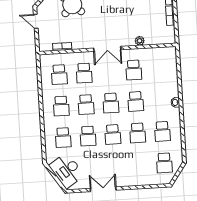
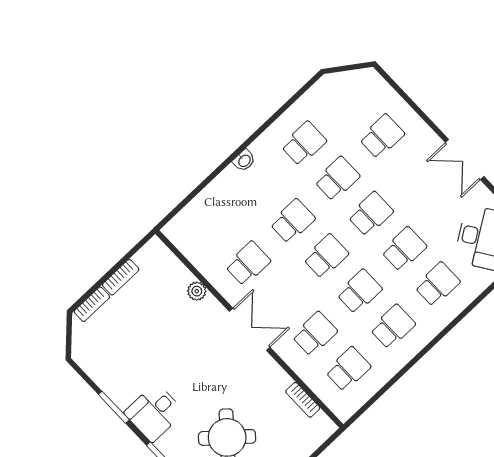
school desk: (164, 163) -> (382, 136), moved

